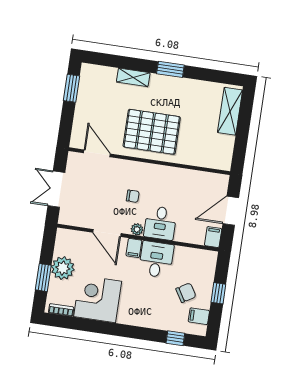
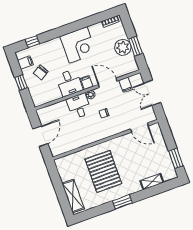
shelving: (133, 77) -> (152, 182), moved
pallet: (152, 132) -> (103, 171), moved, turned 90
double door: (56, 189) -> (152, 93), swing flipped
filing cabinet: (213, 237) -> (126, 85), moved
window: (43, 278) -> (135, 46), moved
corner desk: (98, 299) -> (78, 45), moved

